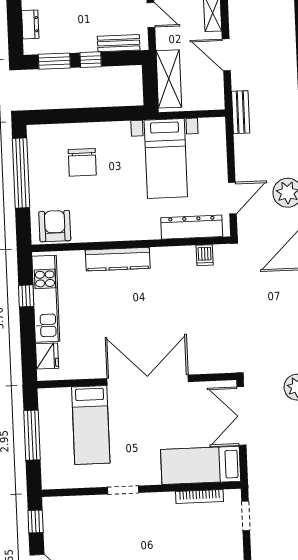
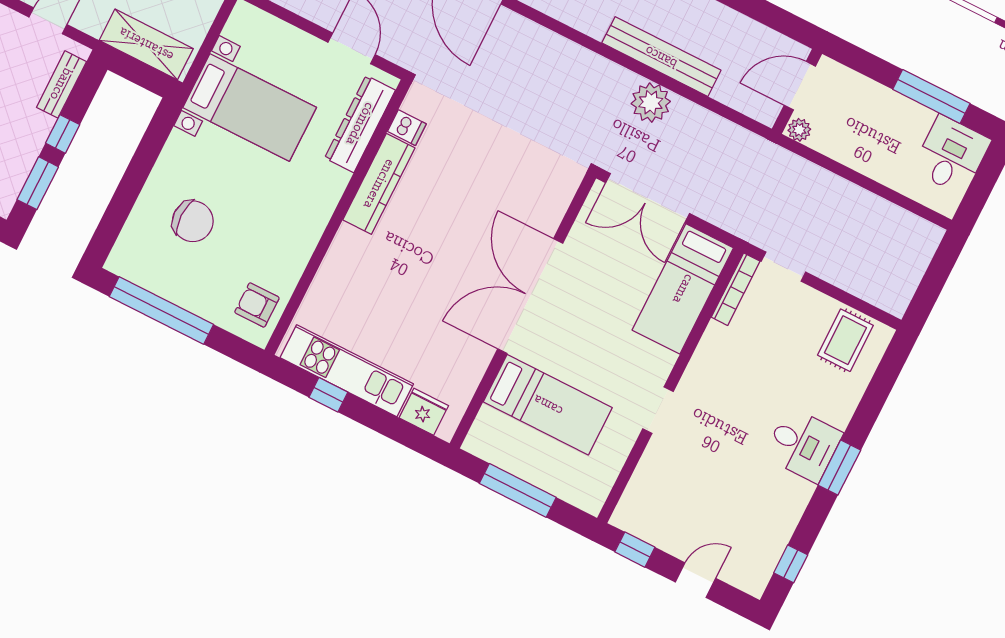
armchair: (55, 226) -> (257, 305), width x0.72, depth x0.72
kitchen counter: (118, 259) -> (379, 184), moved
bookcase: (199, 497) -> (736, 289), moved

